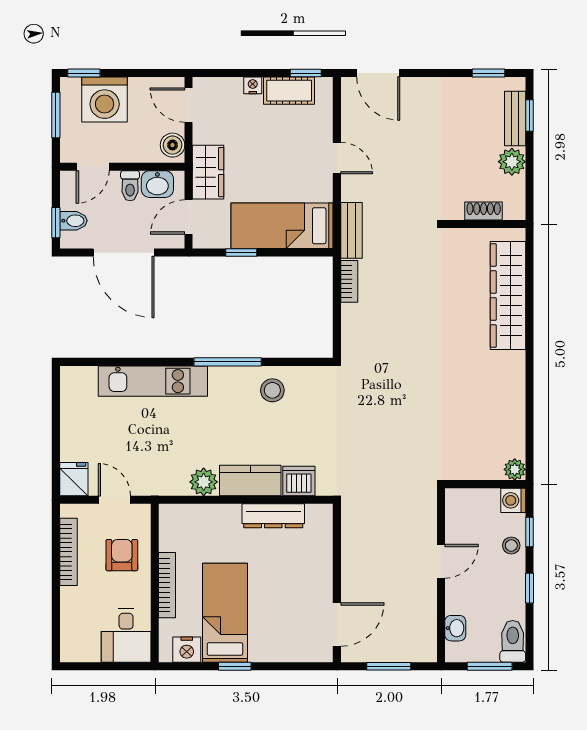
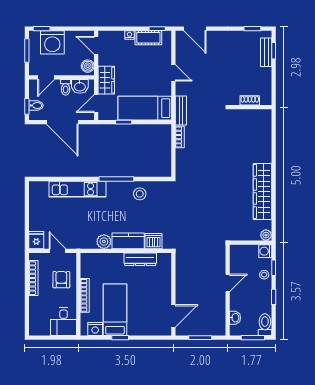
plant: (512, 162) -> (264, 75), removed
wardrobe: (508, 295) -> (262, 191), moved

